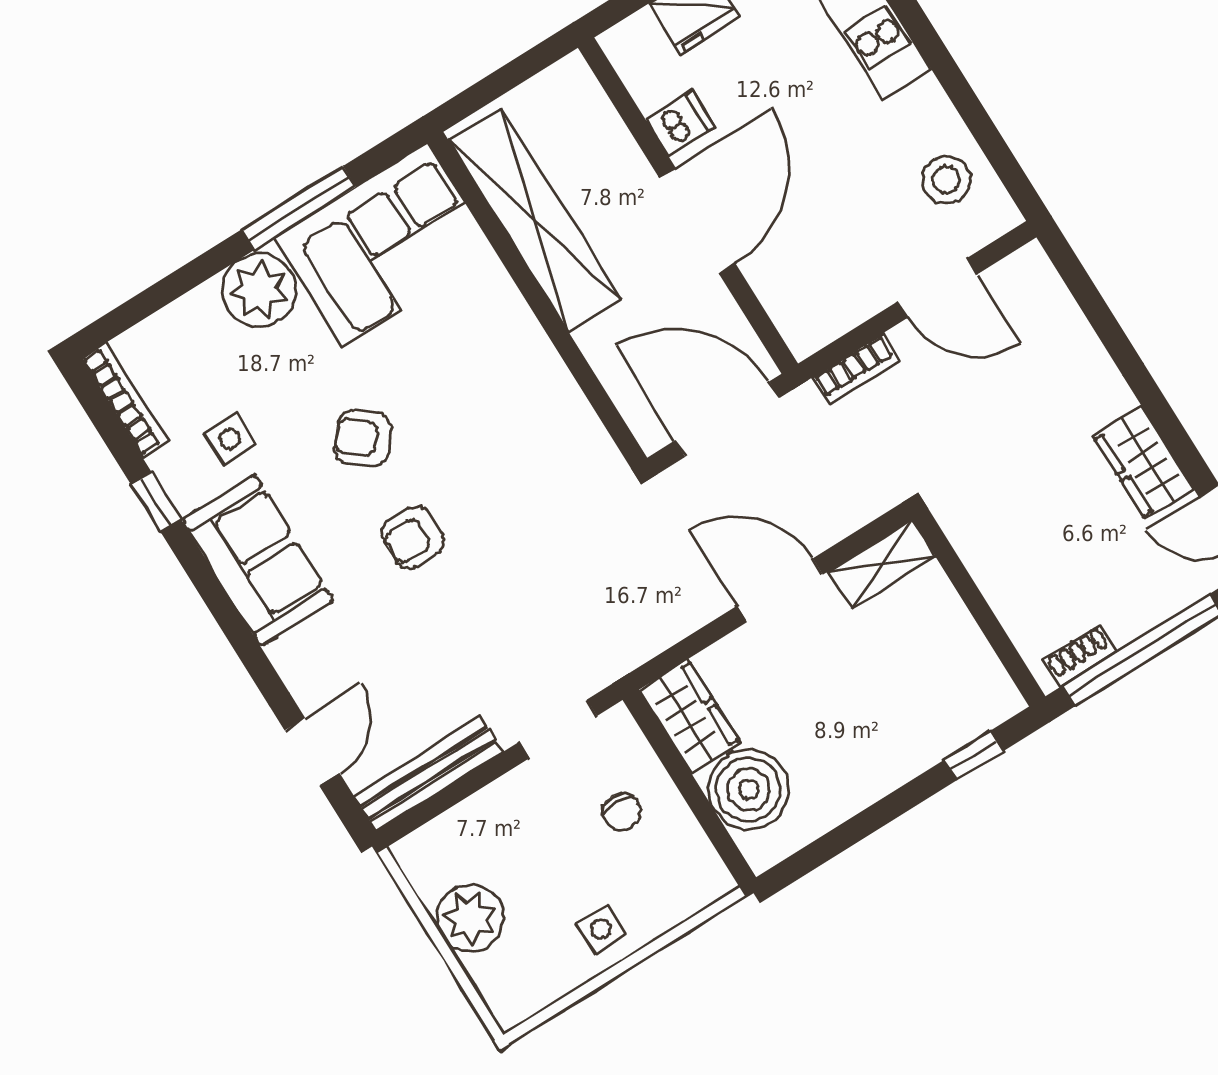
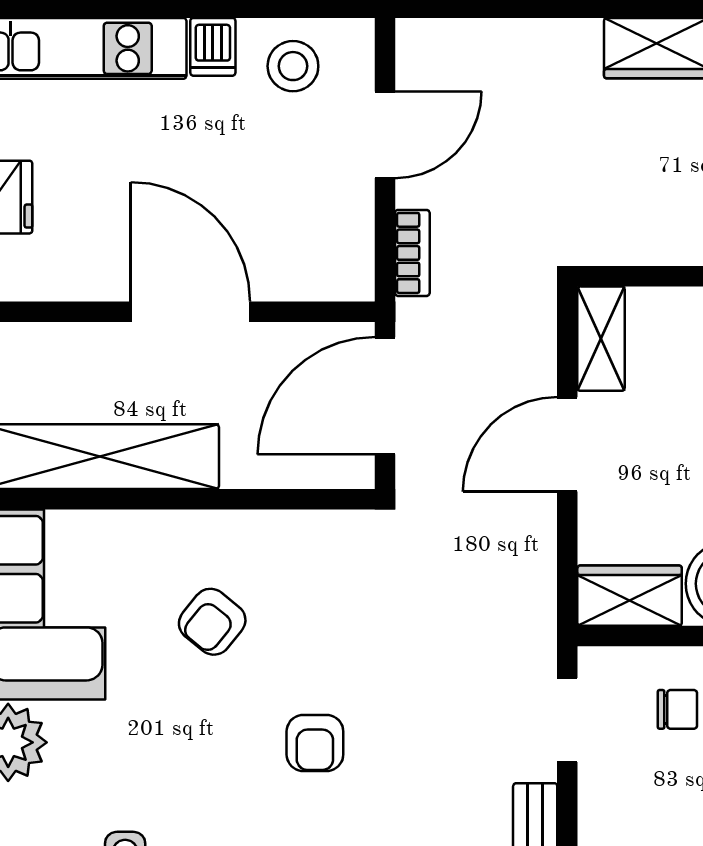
dishwasher: (680, 123) -> (213, 47), moved, turned 180
armchair: (363, 438) -> (212, 622), moved

